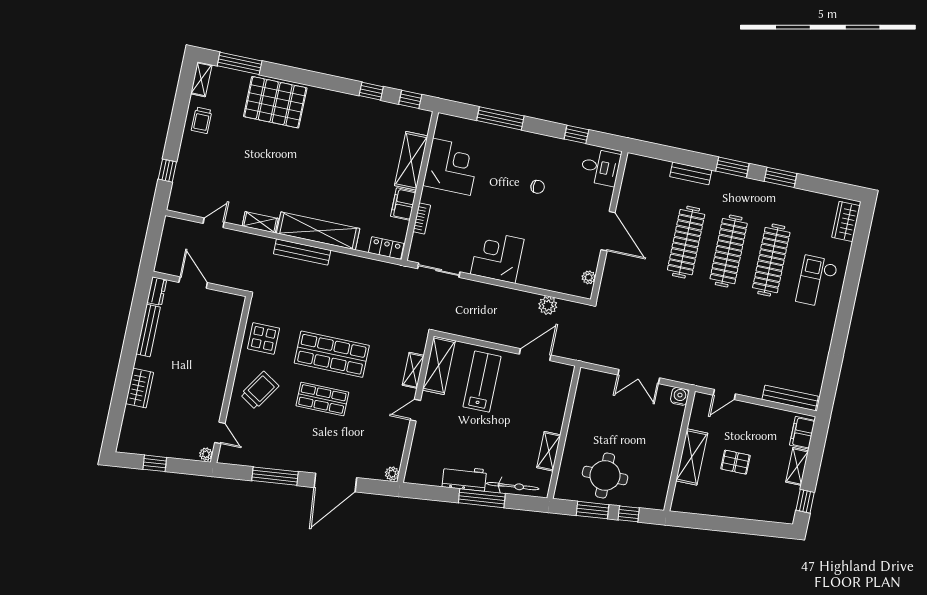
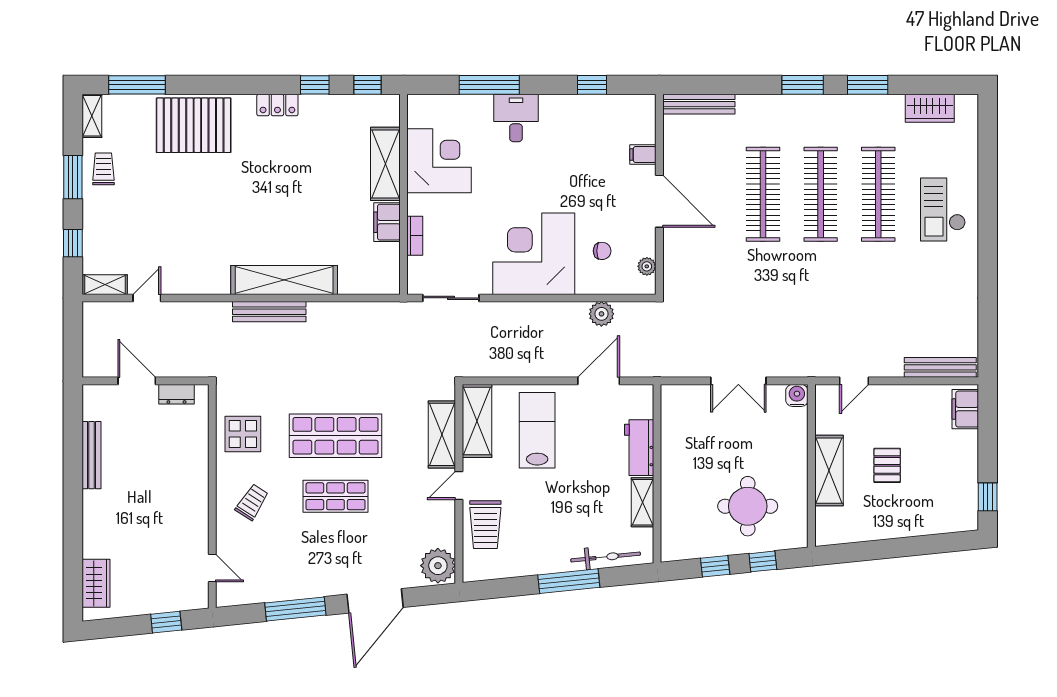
trolley: (202, 120) -> (103, 169), turned 180
window: (178, 122) -> (73, 177), added
desk: (600, 167) -> (516, 118), moved, turned -90
bench: (691, 173) -> (699, 104), moved, width x1.36
chair: (538, 187) -> (602, 251), moved
filing cabinet: (603, 194) -> (643, 155), added
wardrobe: (846, 221) -> (930, 108), moved, turned -90
shelving: (260, 222) -> (105, 285), moved
locker: (386, 248) -> (277, 105), moved, turned 180
corner desk: (497, 257) -> (534, 254), width x1.36, depth x1.36
dresser: (157, 291) -> (176, 394), moved, turned 90
shelving: (413, 370) -> (442, 434), width x1.50, depth x1.33
wardrobe: (139, 388) -> (96, 583), moved
trolley: (260, 390) -> (252, 502), width x0.73, depth x0.72
trolley: (429, 443) -> (485, 525), added
plant: (206, 454) -> (200, 599), removed
pallet: (736, 462) -> (887, 465), turned 90
window: (155, 463) -> (166, 622), moved
shelving: (797, 466) -> (968, 454), removed
plant: (392, 474) -> (438, 566), width x1.87, depth x1.87
round table: (605, 476) -> (748, 506), moved
workbench: (464, 478) -> (639, 448), moved, turned -84
window: (592, 510) -> (715, 566), width x0.67

